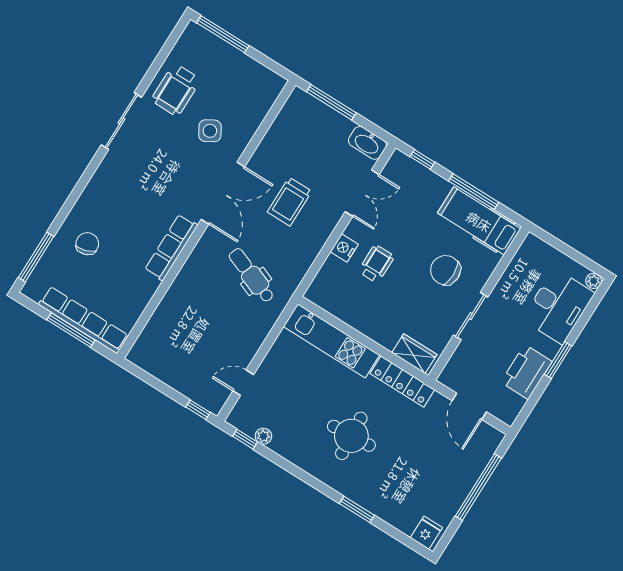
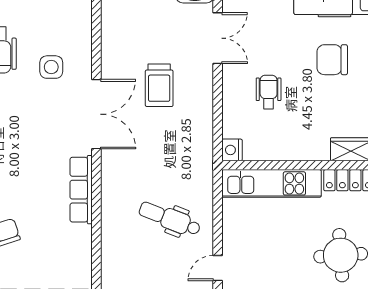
side table: (210, 131) -> (51, 67), turned 30
nightstand: (344, 248) -> (232, 150), moved
dental chair: (252, 275) -> (170, 219), moved

